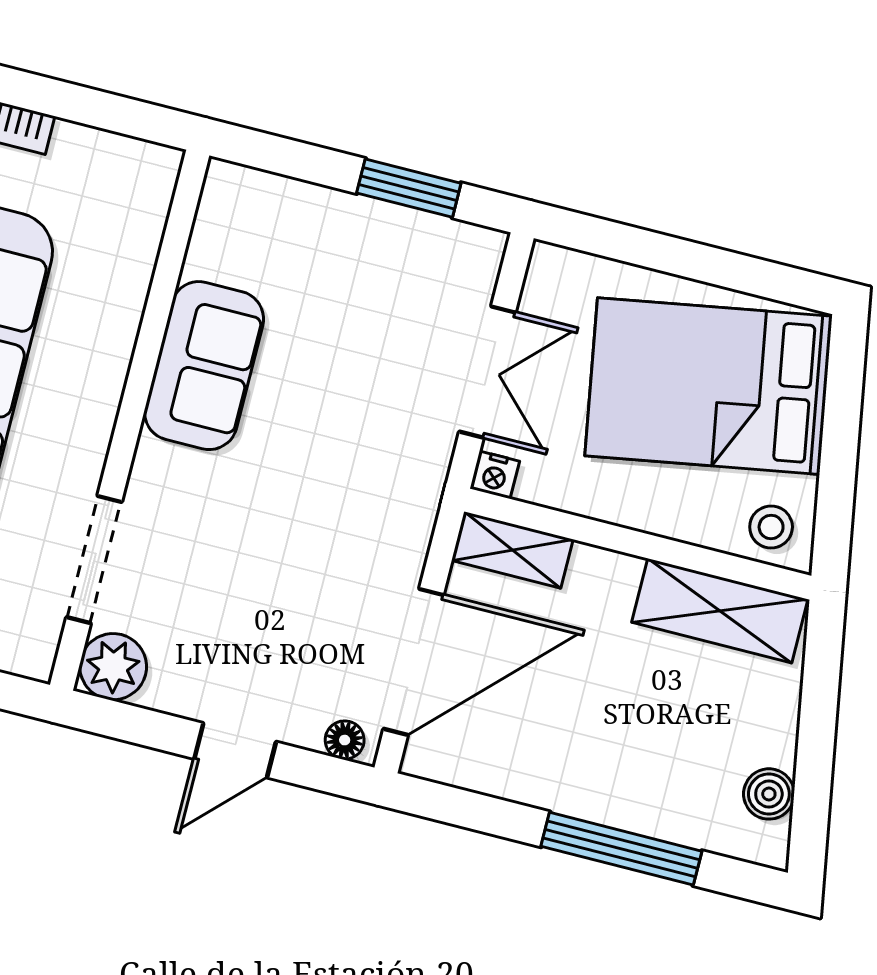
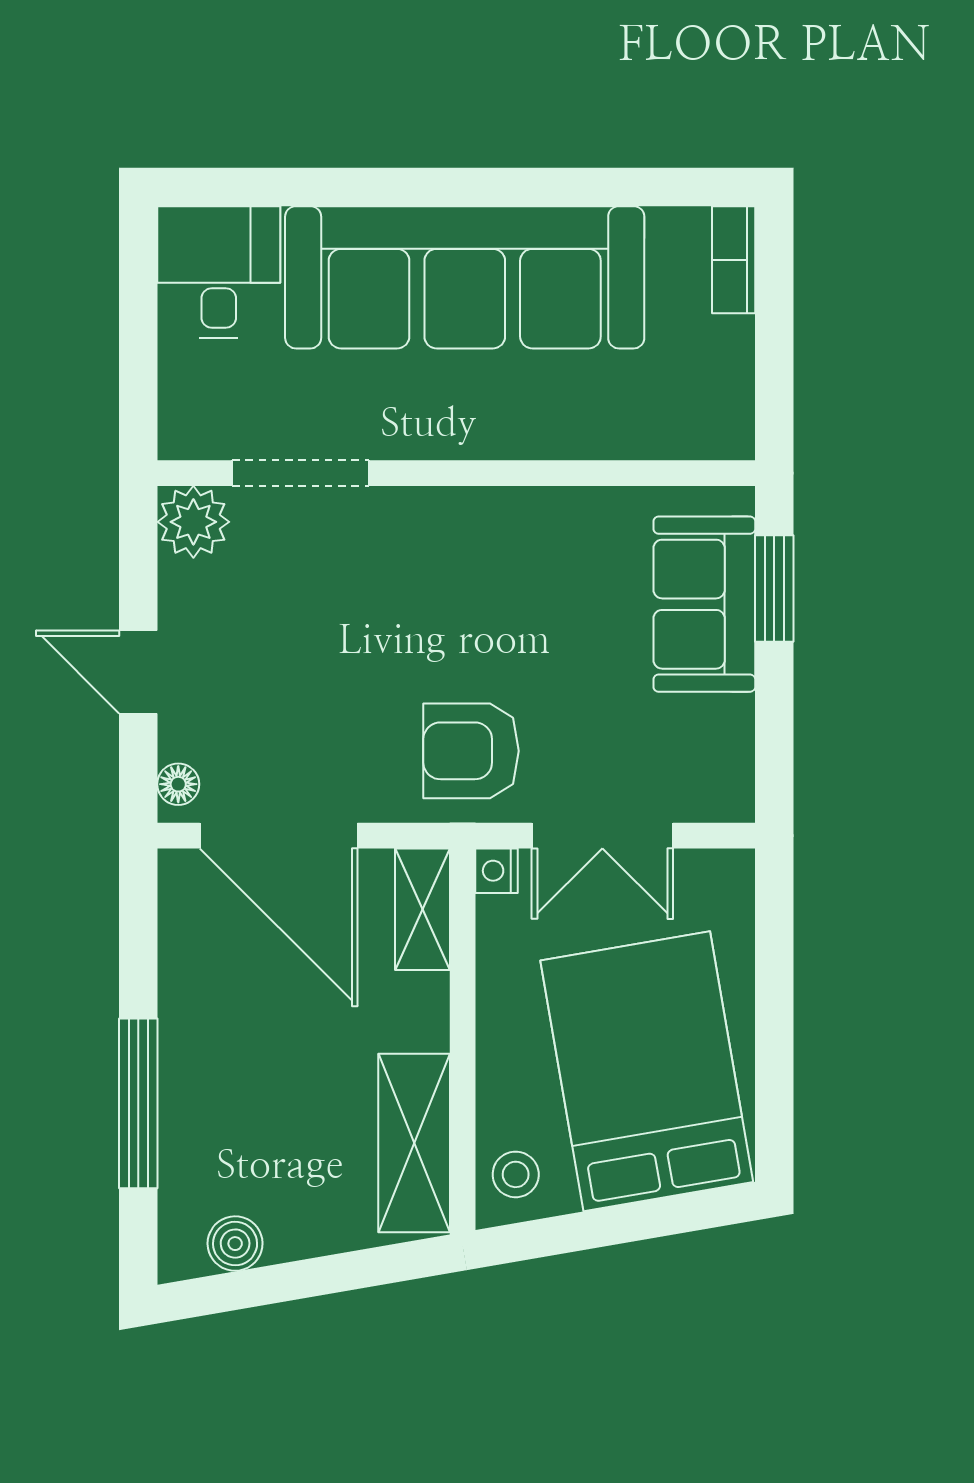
window: (409, 188) -> (774, 588), moved
sofa: (204, 366) -> (704, 604), moved, turned 90
armchair: (382, 470) -> (471, 751), added

